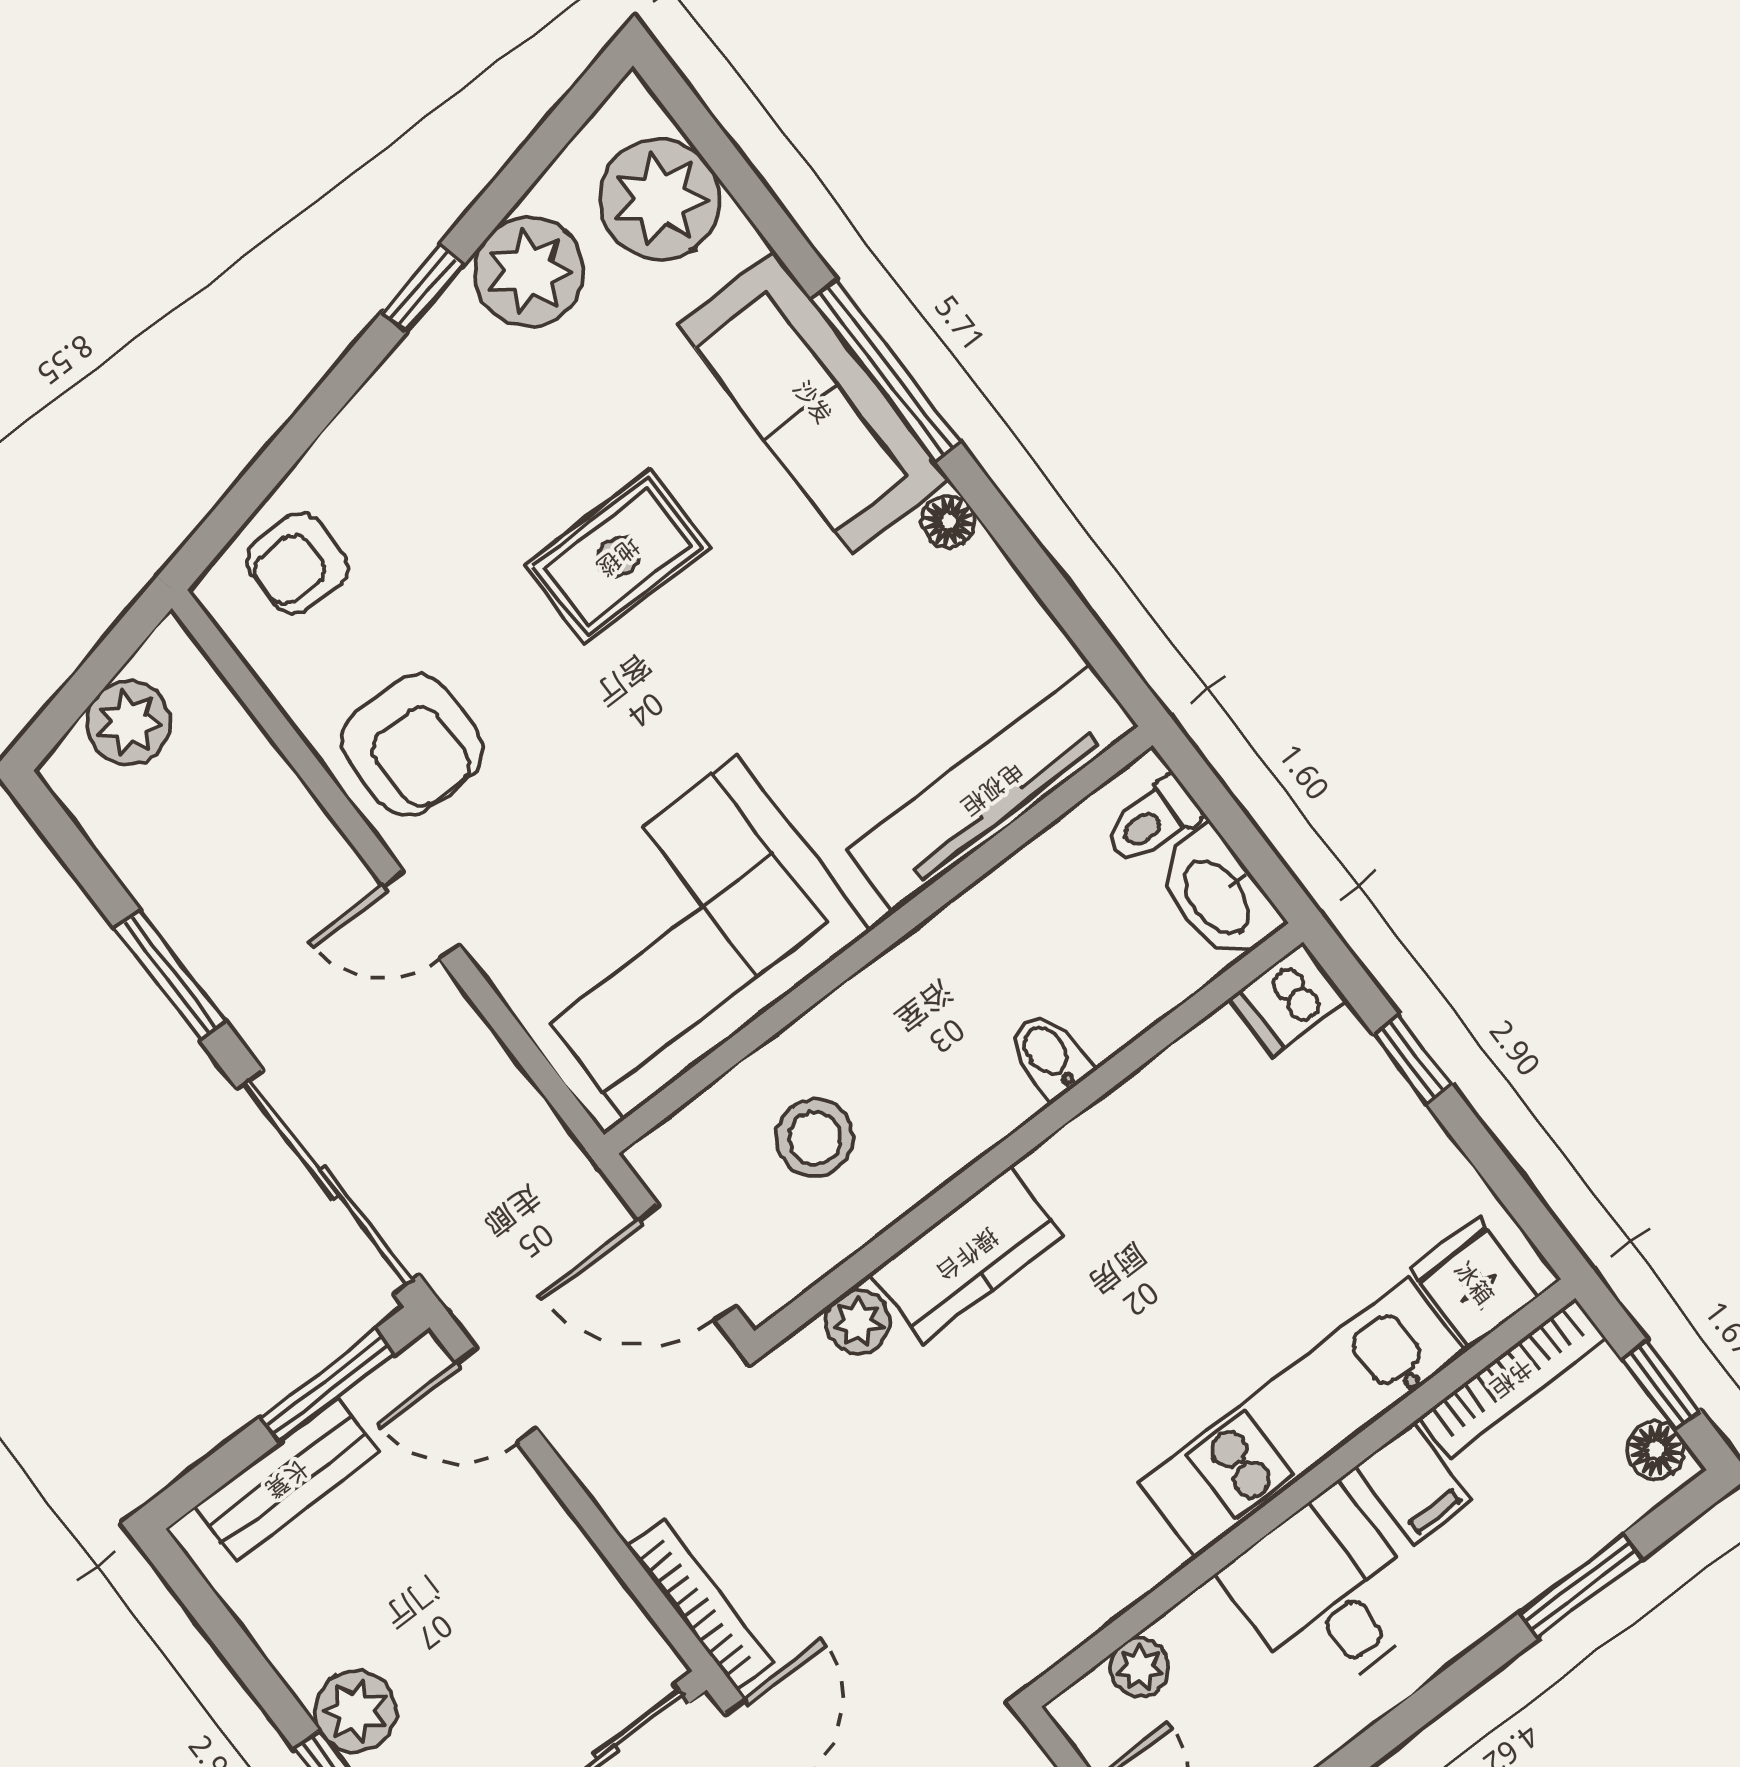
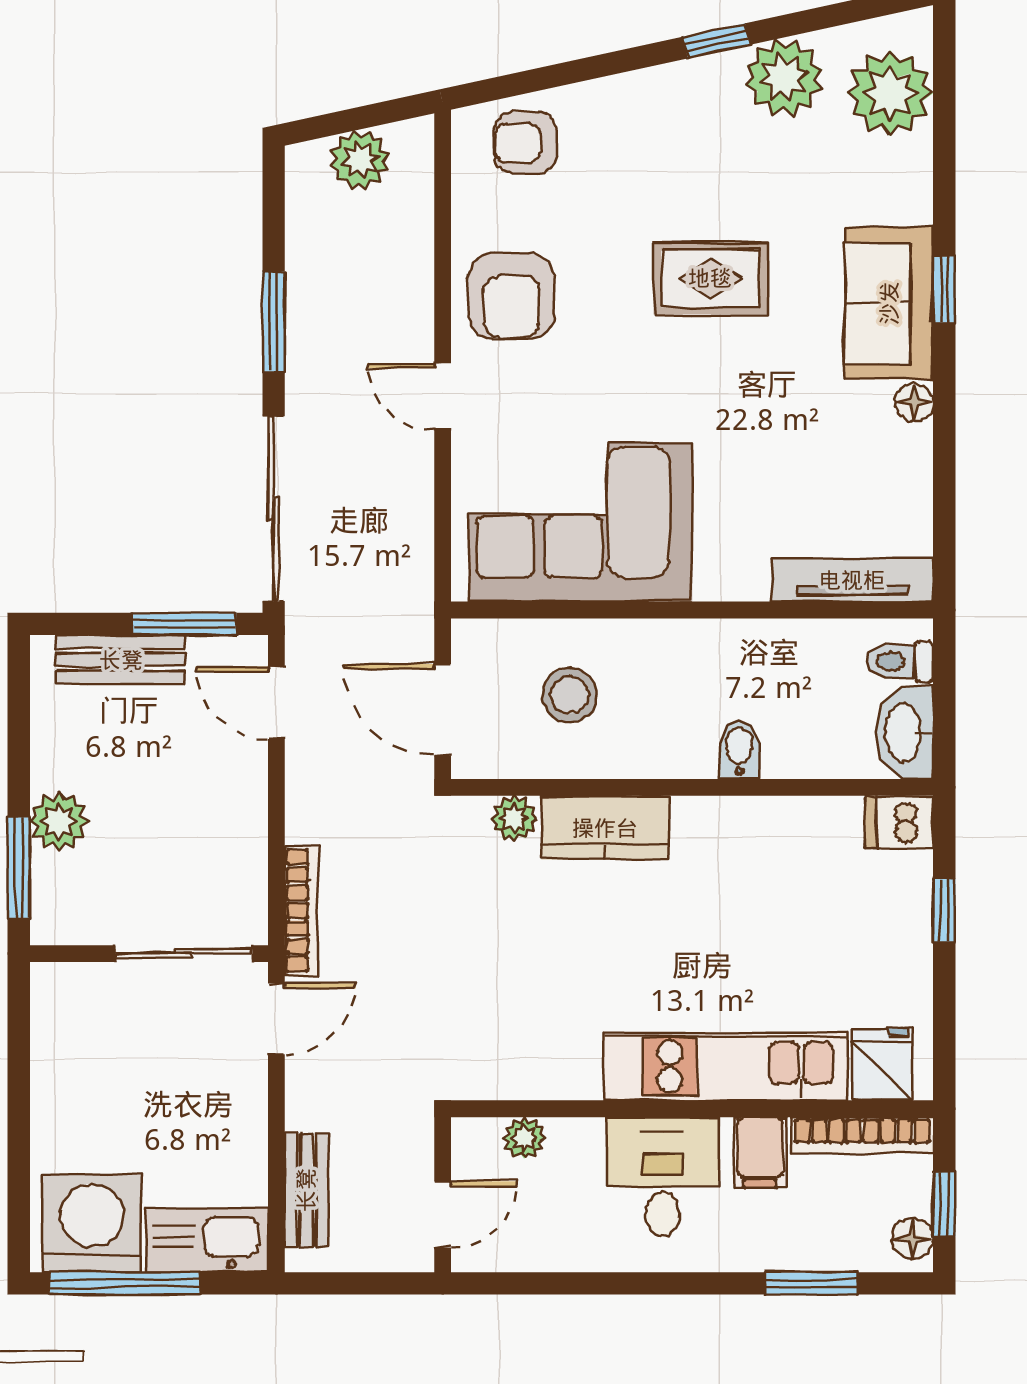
window: (886, 370) -> (944, 289), width x0.46
sofa: (813, 402) -> (889, 303), width x0.73
tv unit: (992, 789) -> (852, 580), width x0.73, depth x0.78

